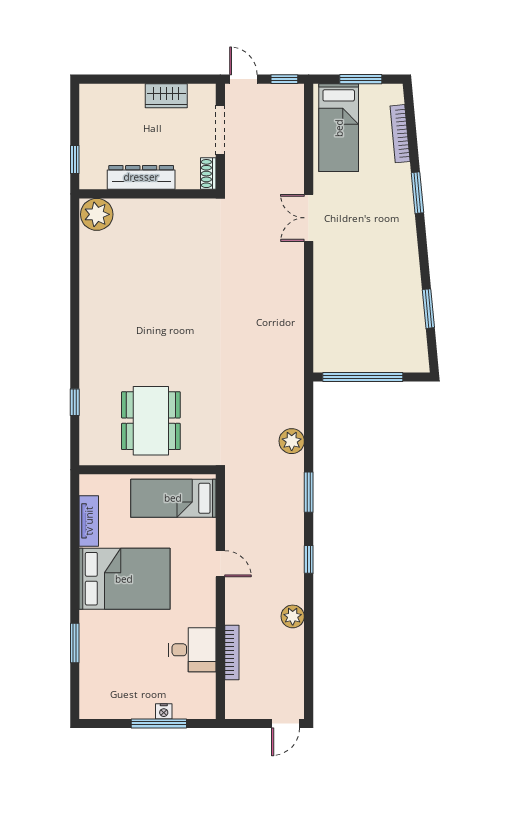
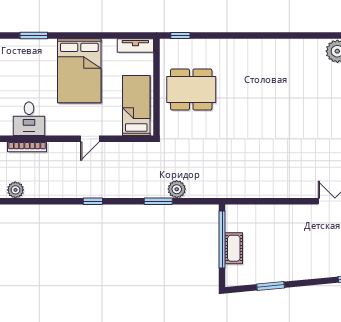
cot: (375, 361) -> (234, 248), added
window: (75, 402) -> (180, 36), moved
window: (309, 492) -> (158, 201), moved
tv unit: (89, 521) -> (135, 46), moved
plant: (293, 616) -> (15, 190), moved

